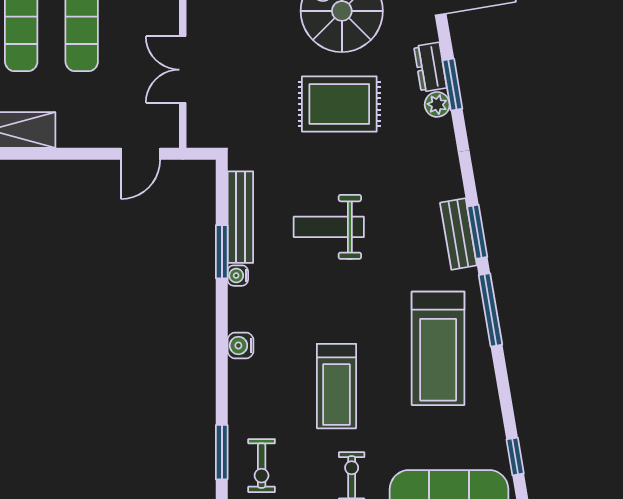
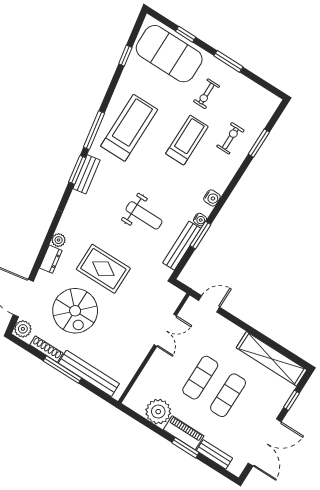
window: (452, 85) -> (46, 245), removed
water cooler: (240, 345) -> (212, 198), moved
exercise bike: (262, 466) -> (230, 138), moved

